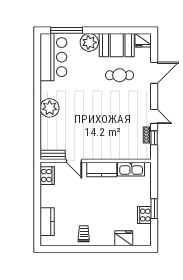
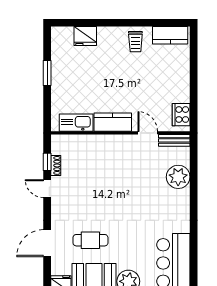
plant: (50, 108) -> (178, 177), moved
cooker: (144, 215) -> (59, 65), removed
kitchen counter: (47, 222) -> (170, 35), moved, turned -90

